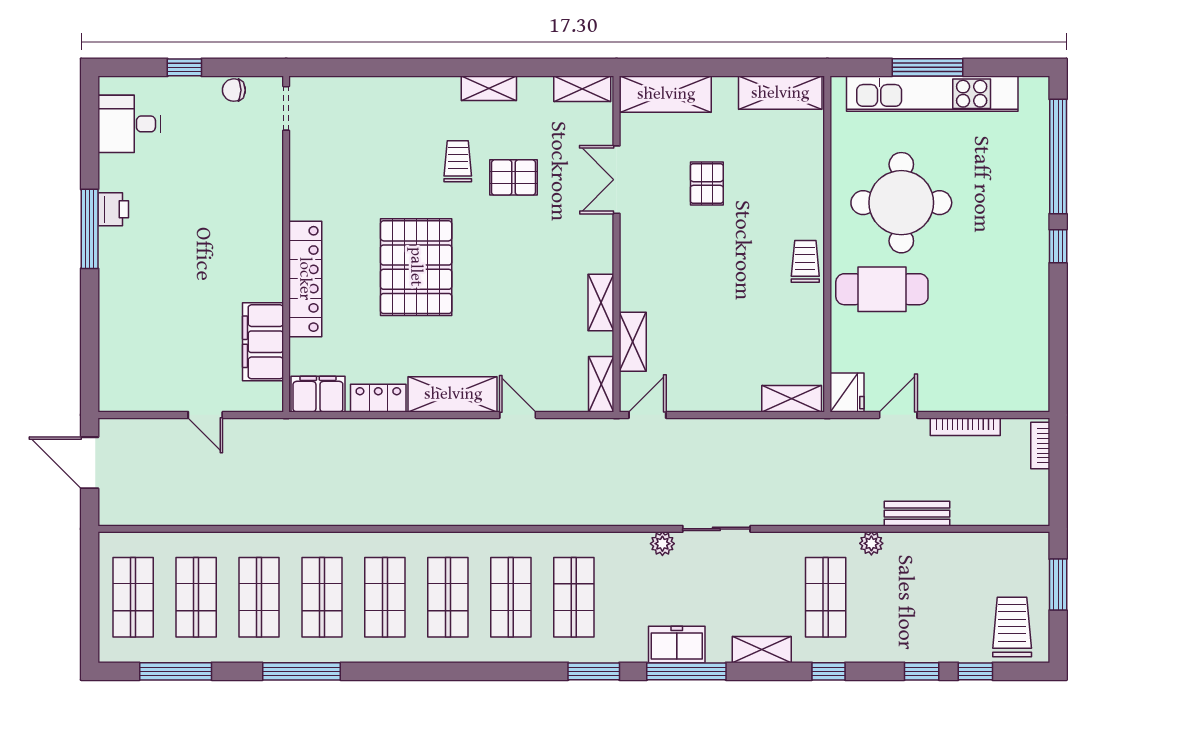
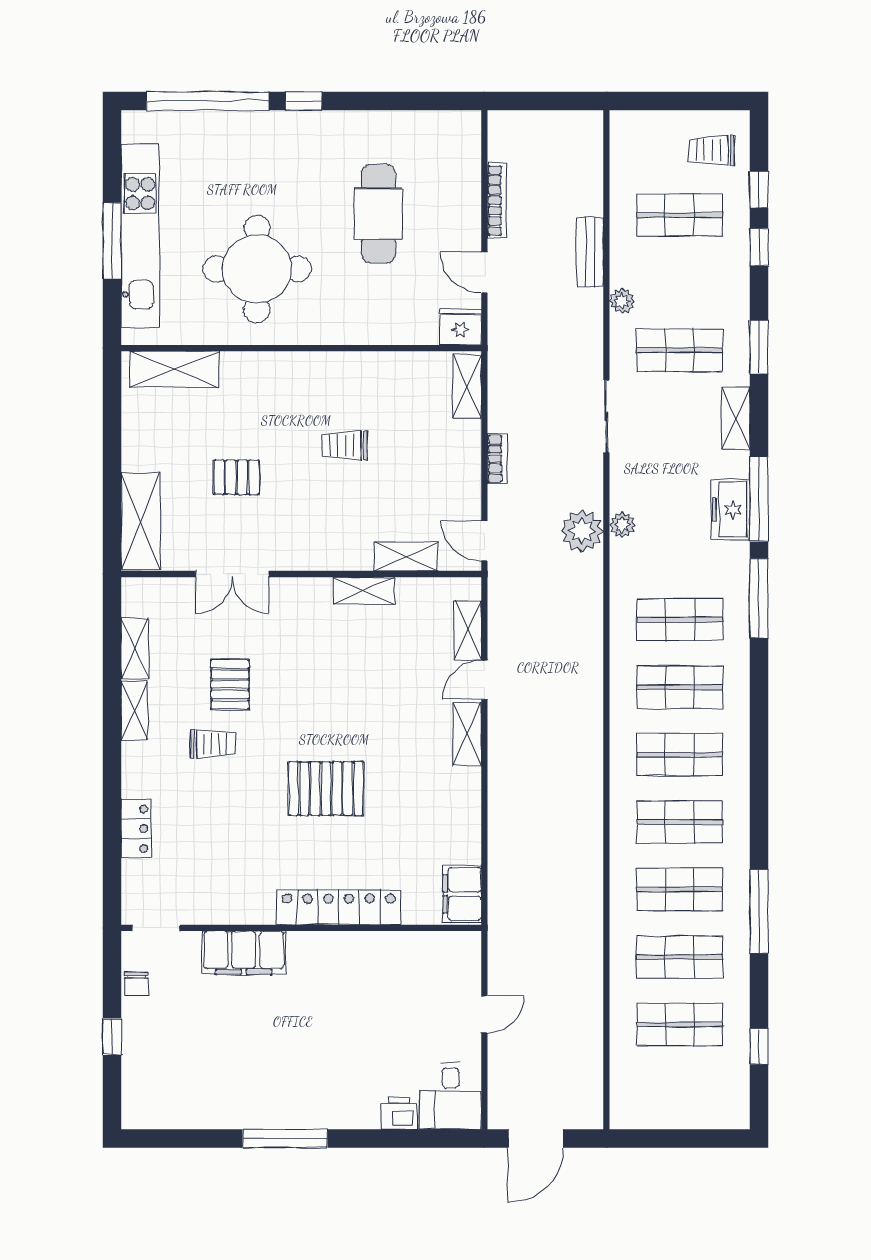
shelving: (582, 89) -> (135, 648), moved
shelving: (780, 93) -> (174, 369), moved, turned 90
desk: (129, 124) -> (450, 1096), moved
trolley: (458, 161) -> (213, 744), turned 180
printer: (113, 209) -> (399, 1113), moved
trolley: (805, 261) -> (345, 445), moved
pallet: (416, 267) -> (326, 789), width x0.73, depth x0.71
cafe table: (882, 289) -> (379, 214), moved
filing cabinet: (263, 342) -> (244, 953), moved
shelving: (601, 384) -> (468, 630), moved, turned 90
shelving: (453, 394) -> (467, 734), width x0.67, depth x0.75
locker: (378, 398) -> (136, 829), moved, turned 180
bookcase: (1040, 446) -> (497, 459), moved, turned -90
plant: (657, 506) -> (582, 531), added
sliding door: (716, 529) -> (606, 416), moved
window: (1058, 585) -> (666, 101), removed
shop shelf: (133, 597) -> (680, 215), moved
trolley: (1012, 627) -> (711, 150), width x0.73, depth x0.72
window: (176, 671) -> (759, 1046), width x0.46
window: (594, 671) -> (759, 598), width x1.44
window: (829, 671) -> (759, 347), width x1.50

